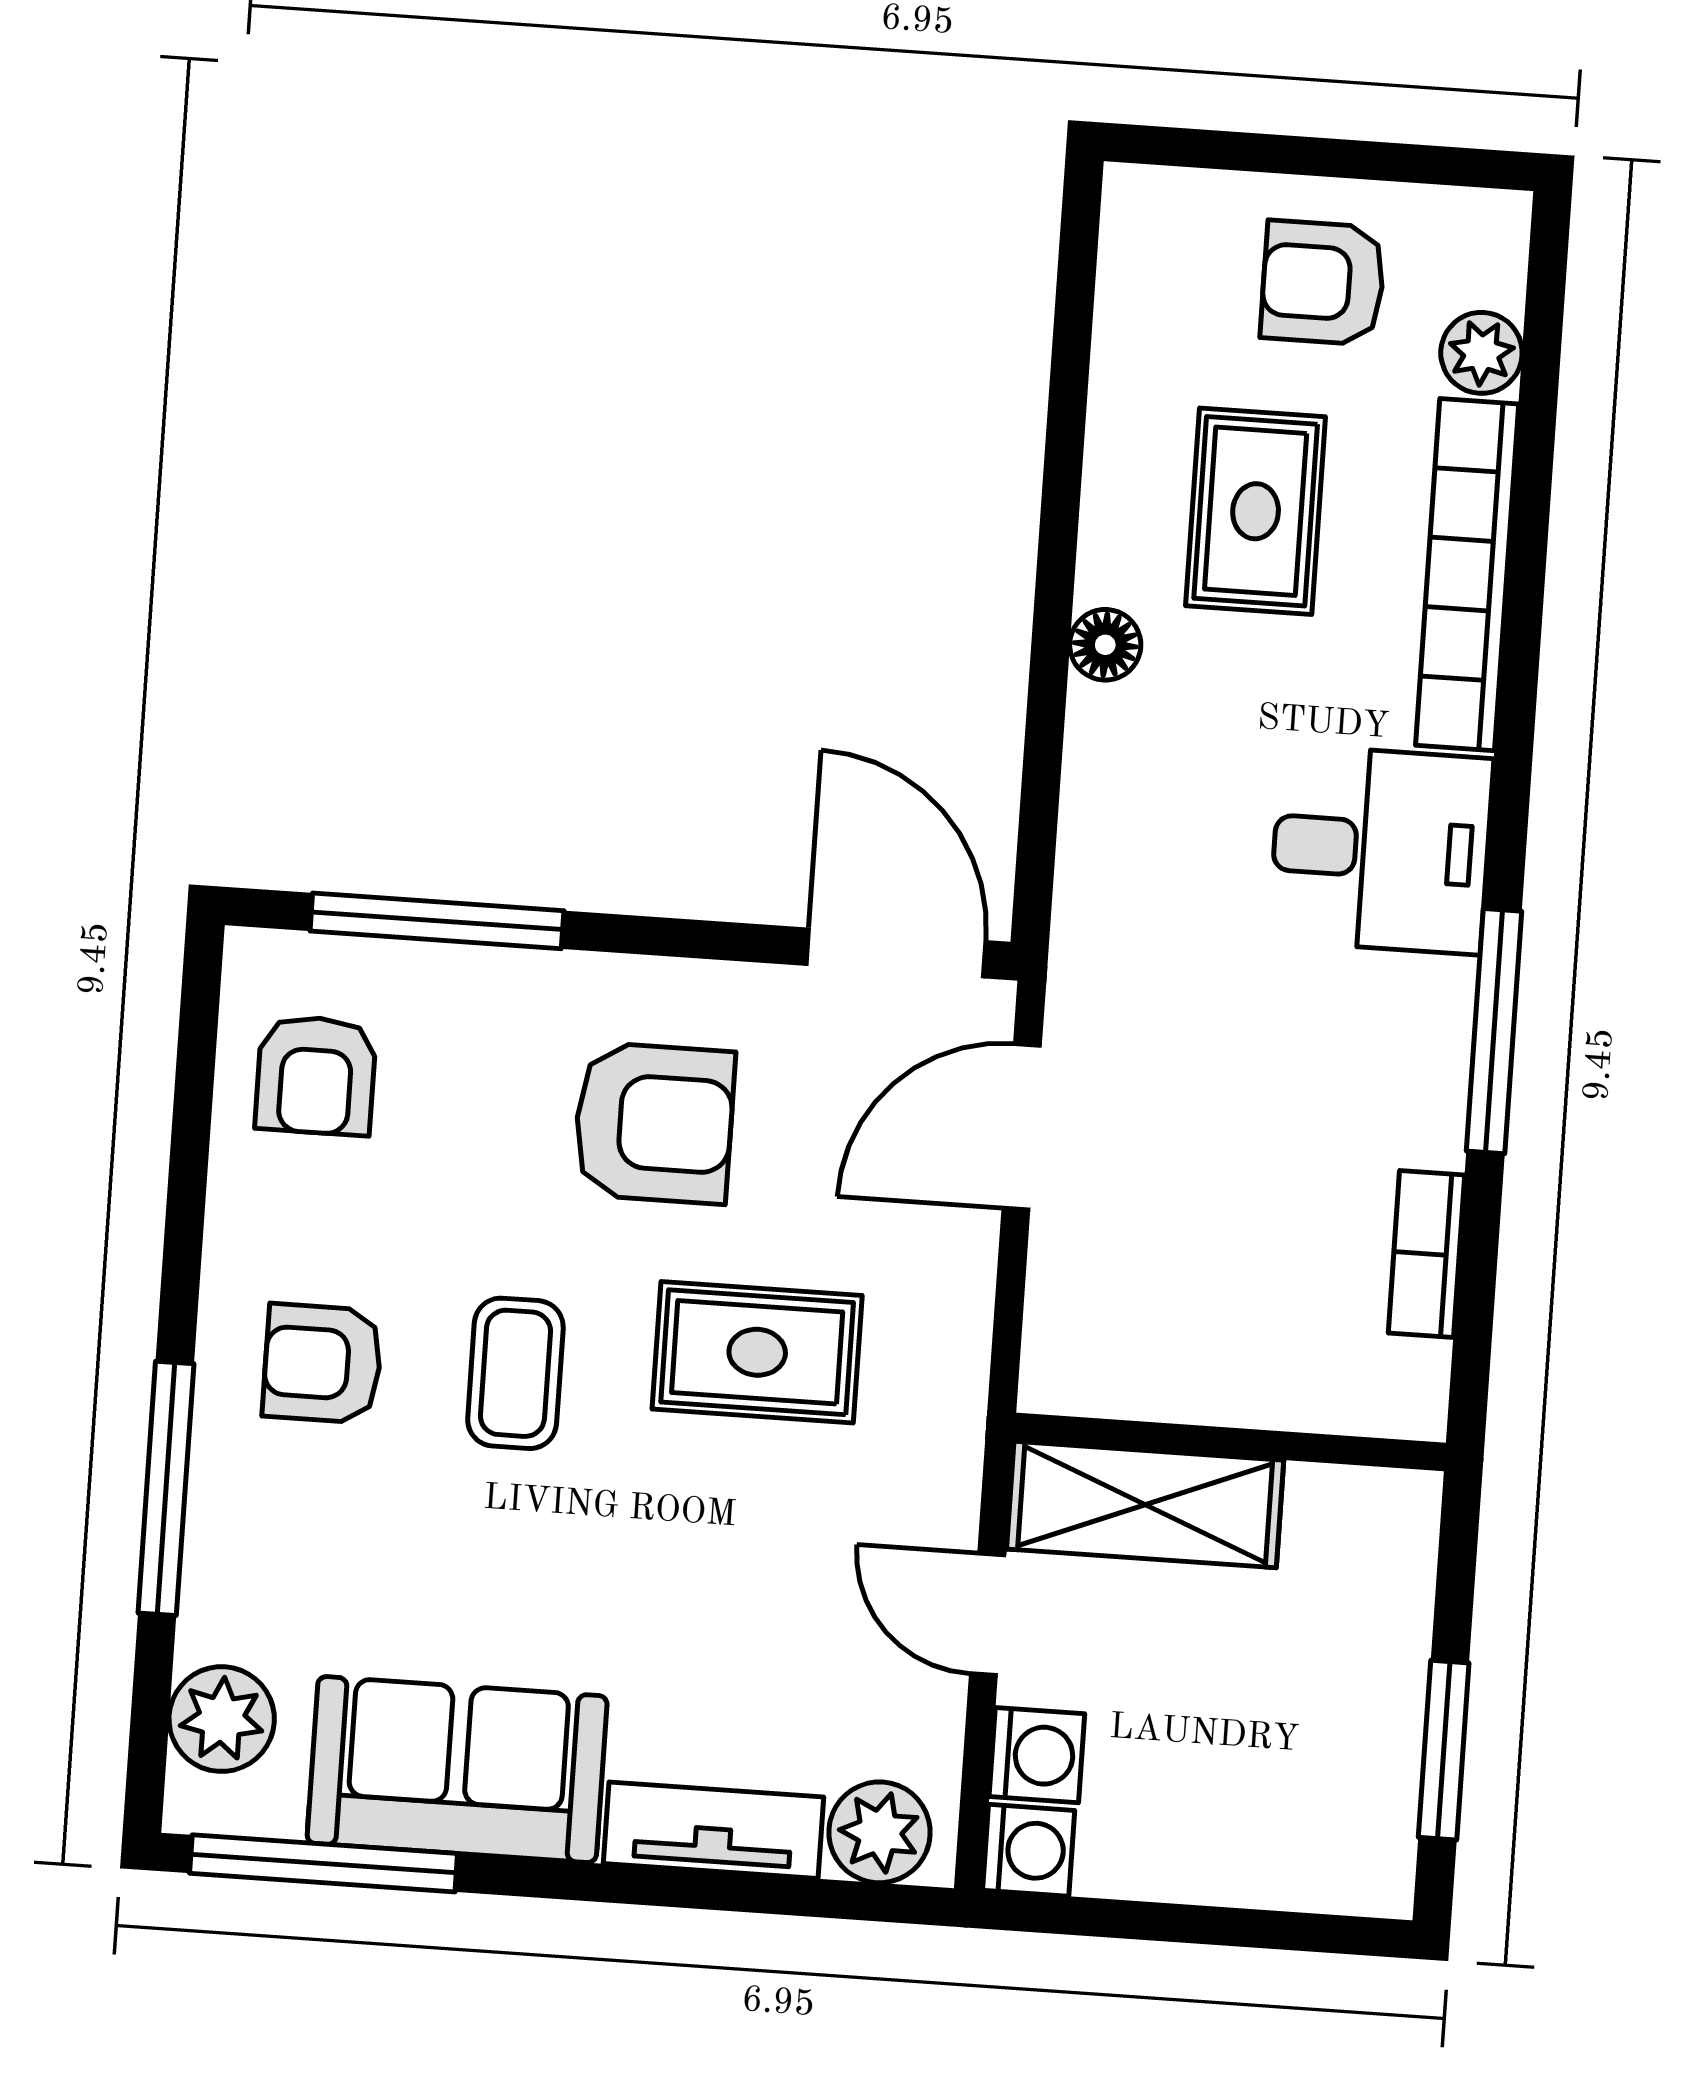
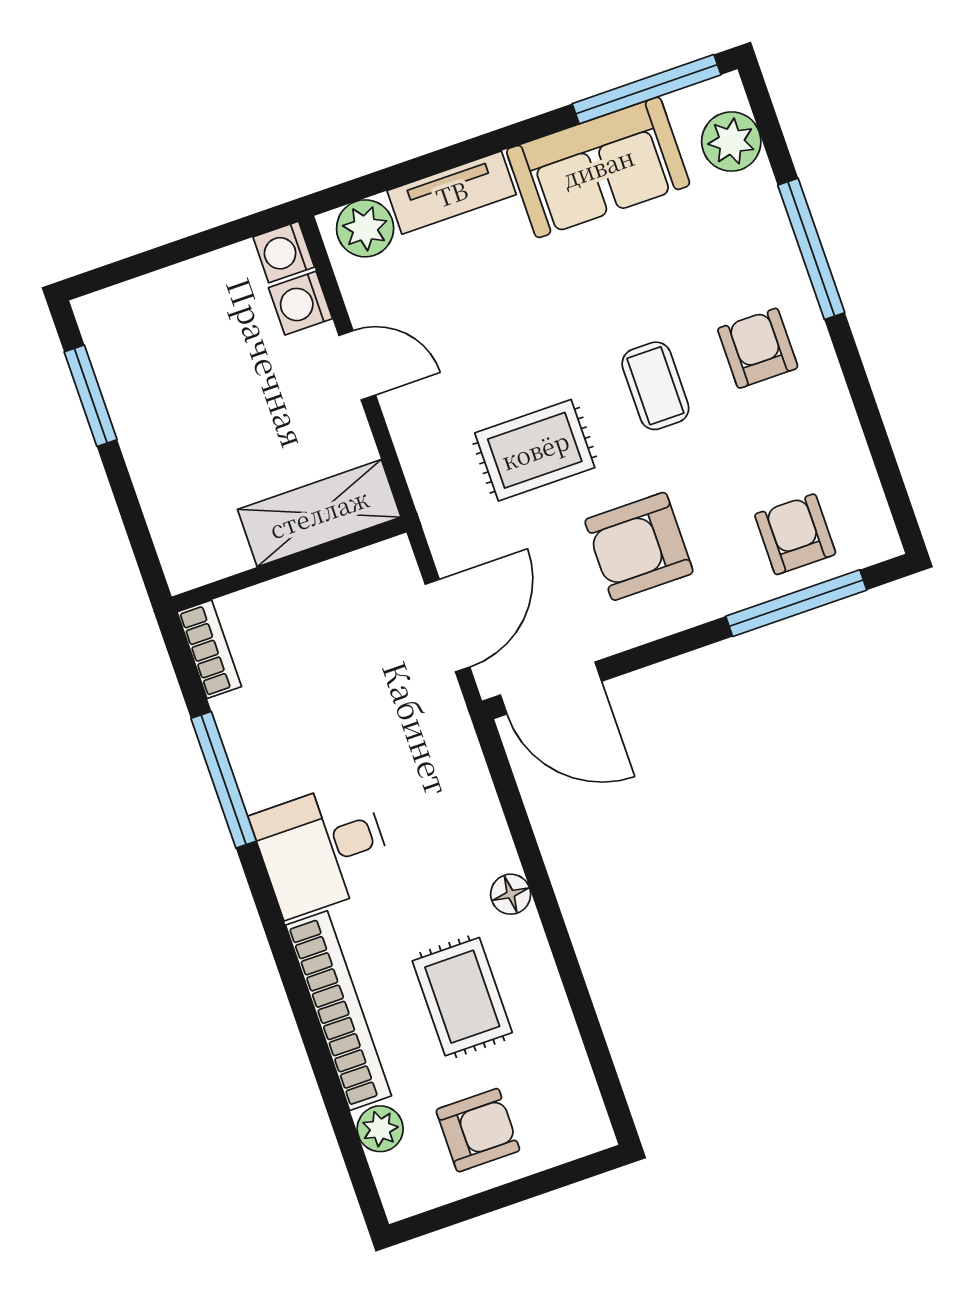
armchair: (316, 1075) -> (795, 534), moved
armchair: (322, 1364) -> (758, 348), turned -90
wall: (1230, 1442) -> (289, 564), moved
shelving: (1145, 1505) -> (319, 513), moved

